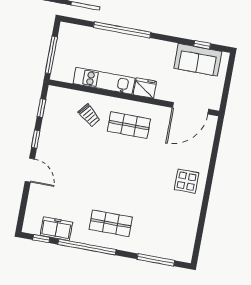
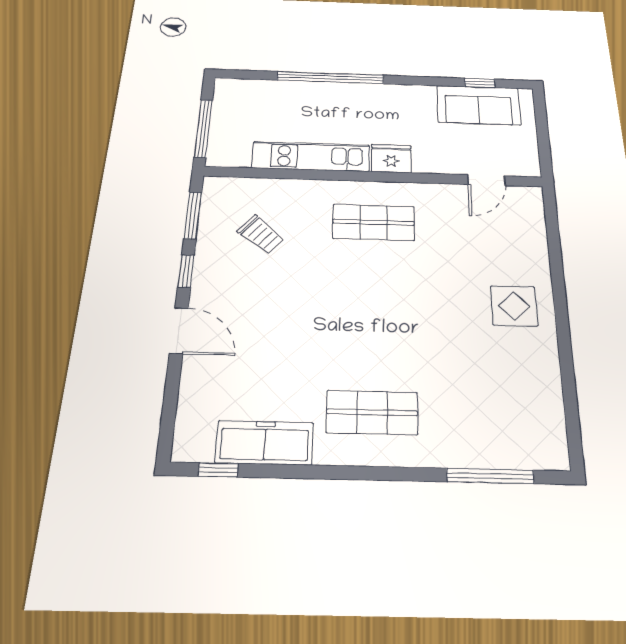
window: (41, 108) -> (193, 215), width x1.50
door: (191, 108) -> (486, 180), width x0.53
trolley: (89, 115) -> (261, 235), moved
freezer: (56, 229) -> (265, 443), width x1.40
window: (87, 247) -> (327, 472), removed

